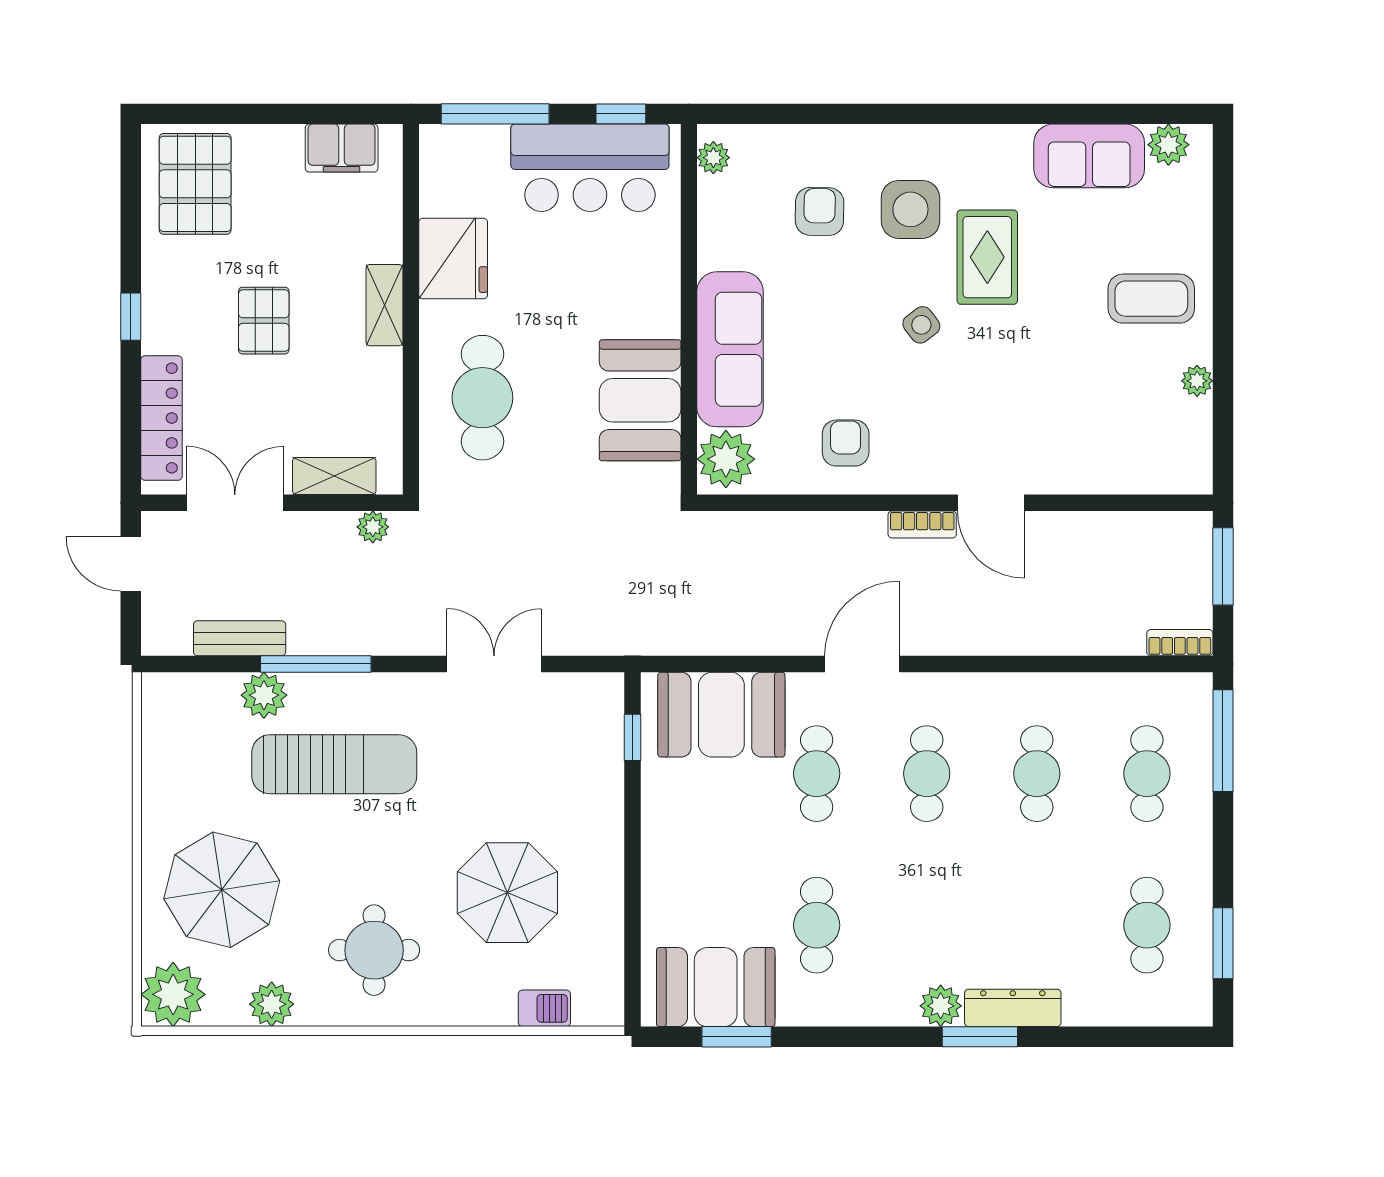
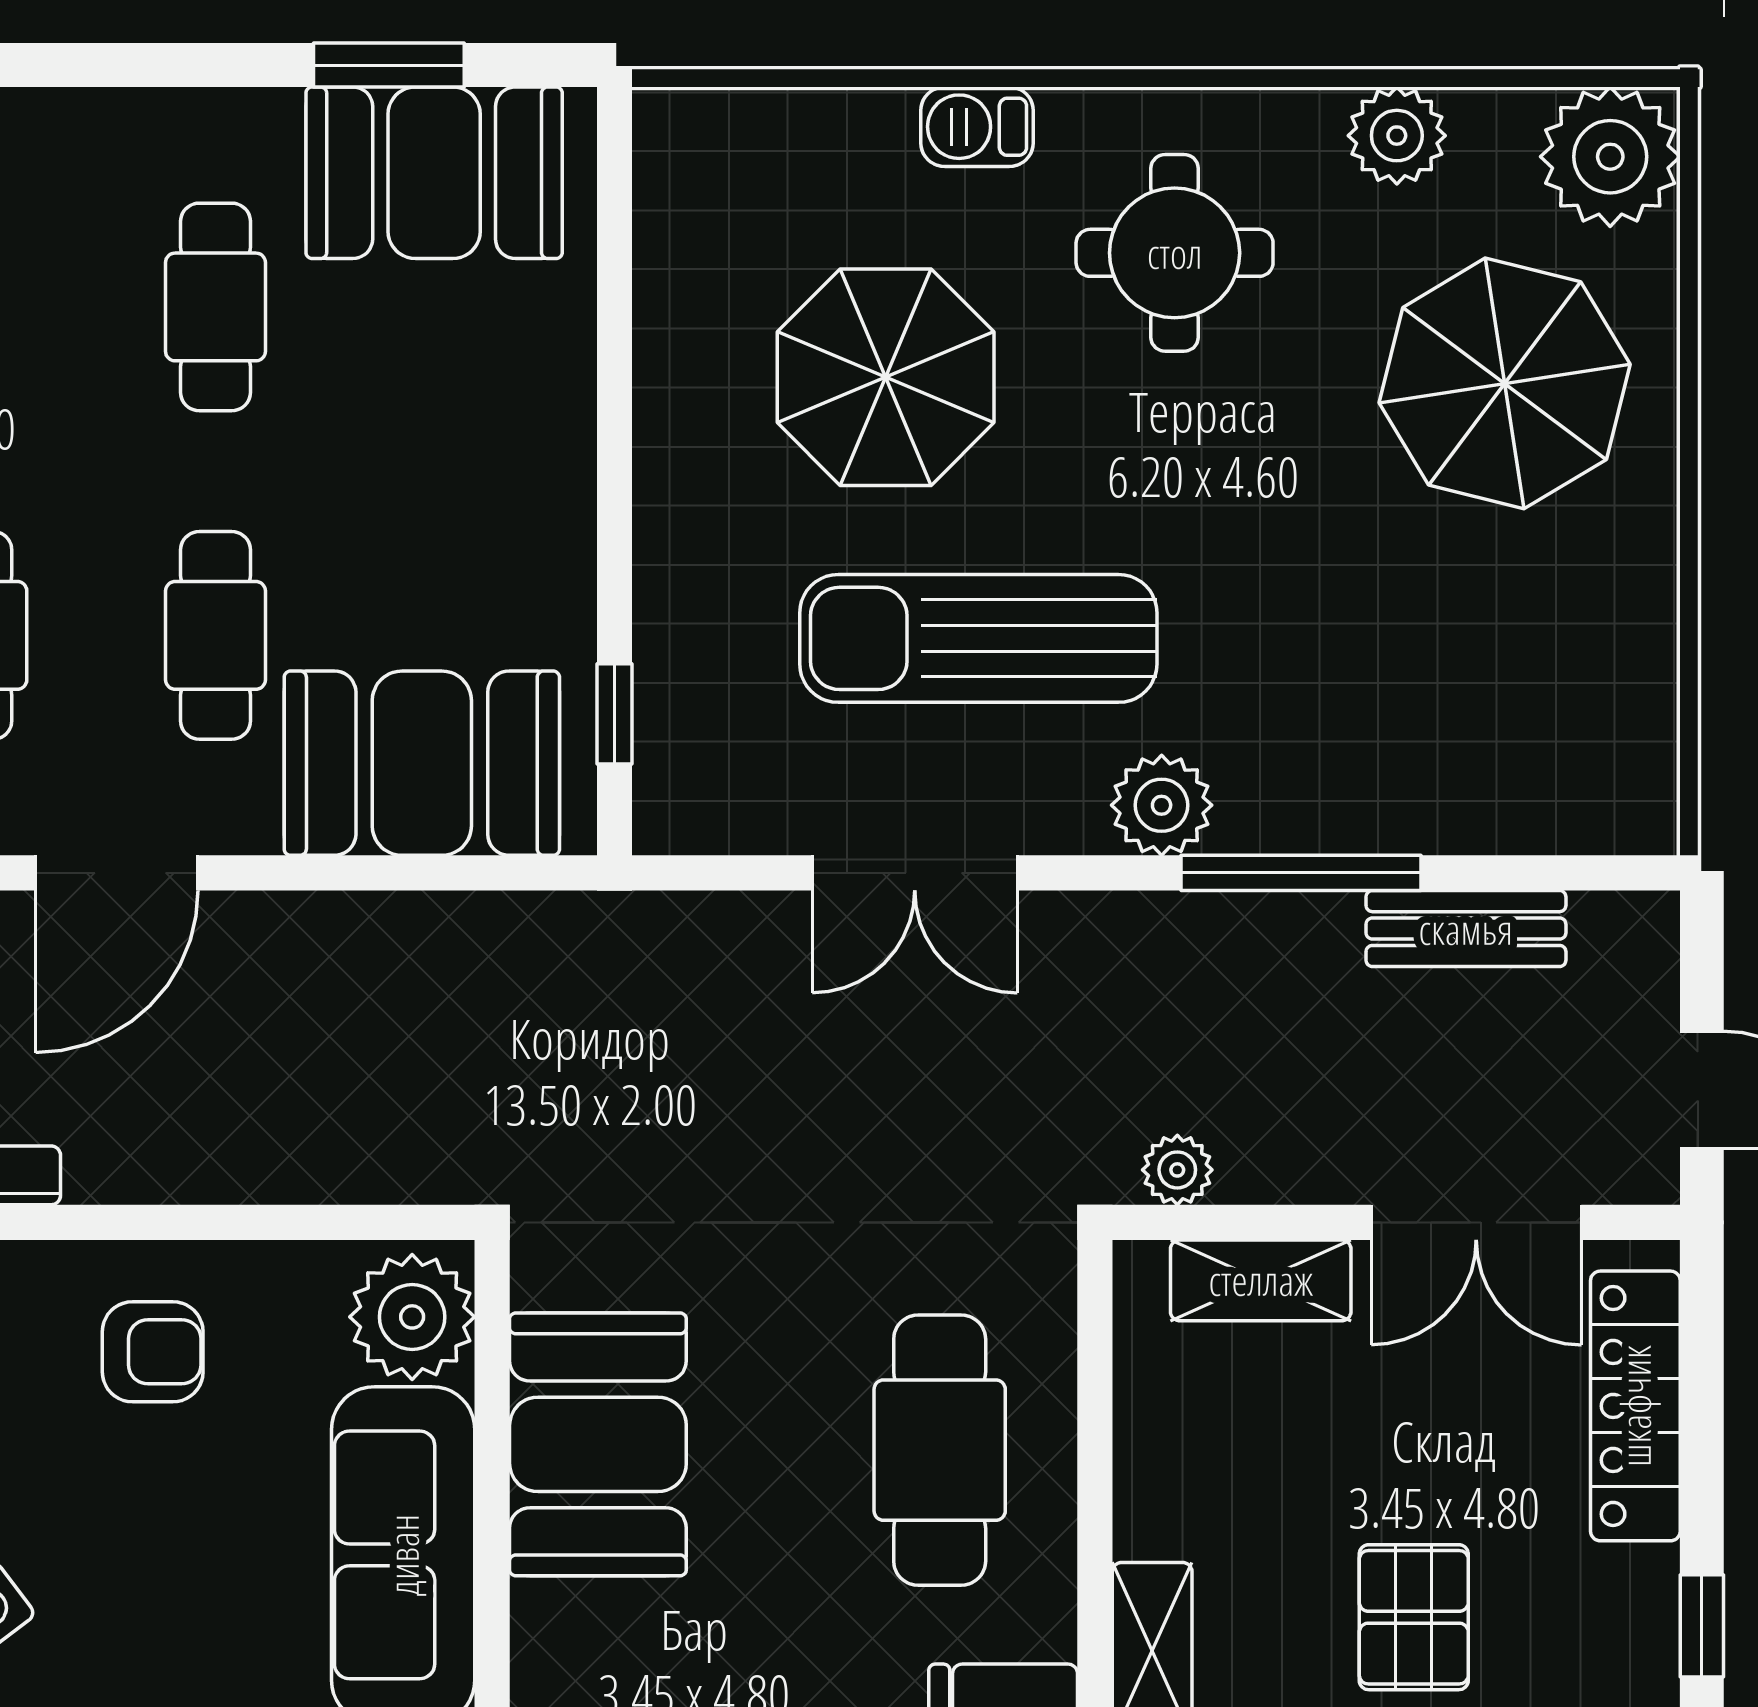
armchair: (846, 443) -> (153, 1352), turned -90
plant: (264, 695) -> (1162, 805), moved
sun lounger: (334, 764) -> (978, 638), moved
barbecue: (544, 1008) -> (977, 127), moved

